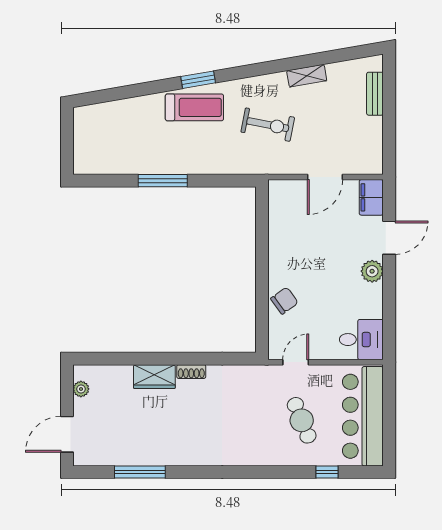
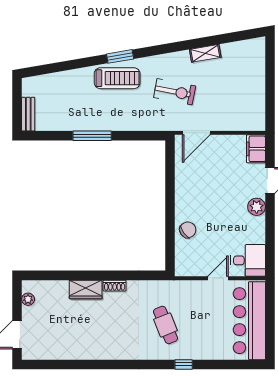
bench: (375, 94) -> (28, 114), moved
door: (325, 177) -> (196, 133), moved
door: (296, 362) -> (218, 278), moved
cafe table: (302, 420) -> (166, 325), moved
window: (140, 472) -> (74, 364), removed
window: (327, 472) -> (184, 364), moved

